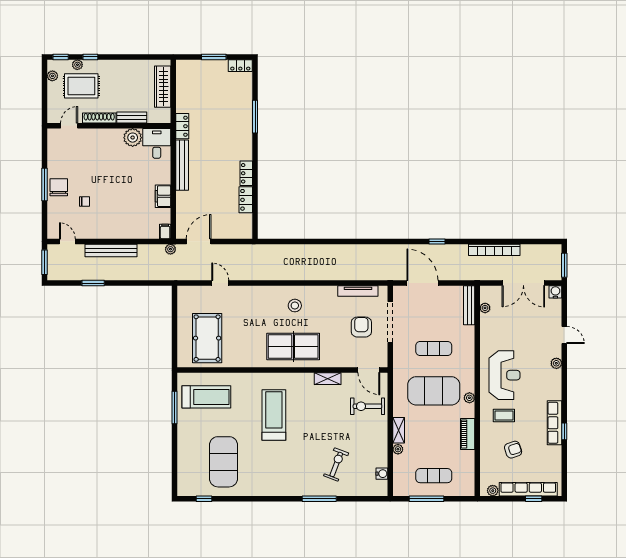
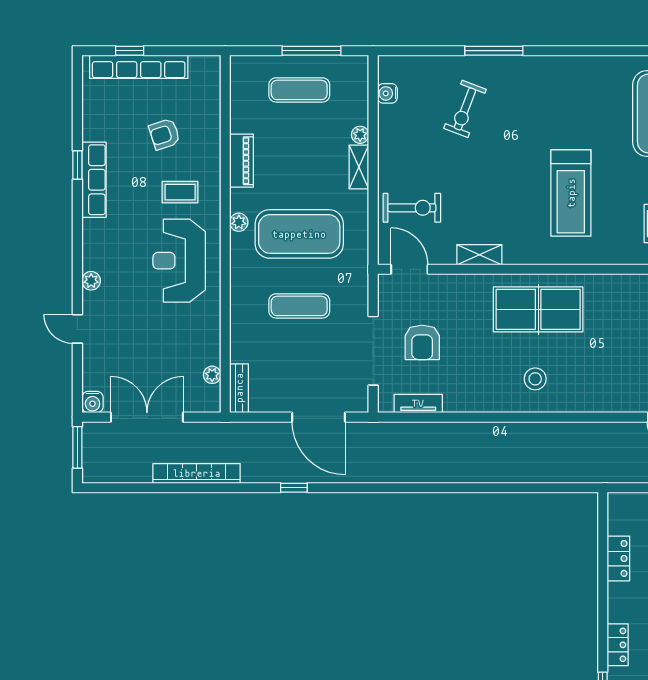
locker: (246, 173) -> (618, 645), moved
tv unit: (358, 291) -> (418, 403), width x0.71
bench: (469, 305) -> (239, 388), width x0.73
plant: (493, 491) -> (199, 65), removed

